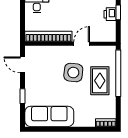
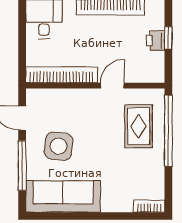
side table: (73, 72) -> (59, 146), moved
rug: (100, 81) -> (138, 126), moved
window: (22, 96) -> (22, 166), width x2.17

